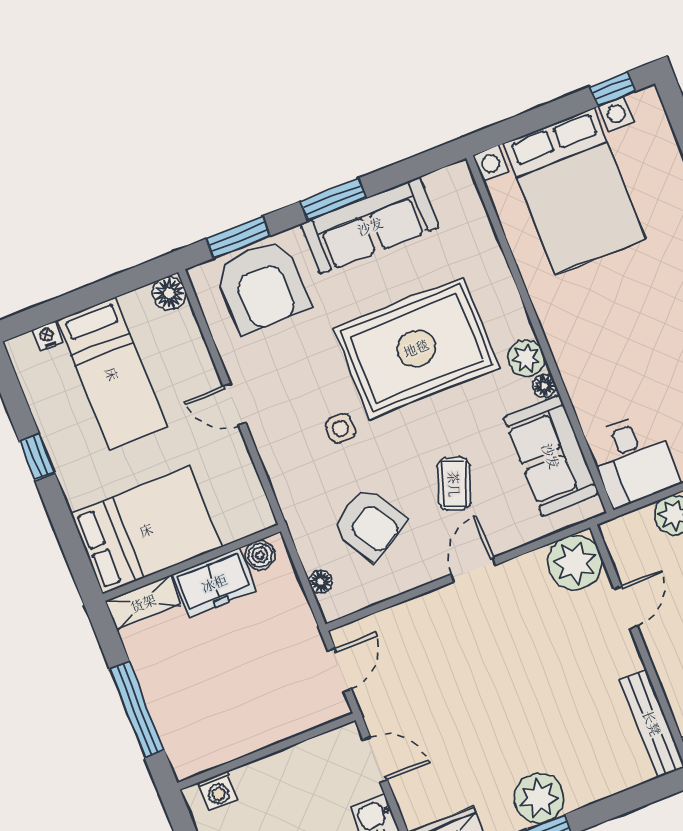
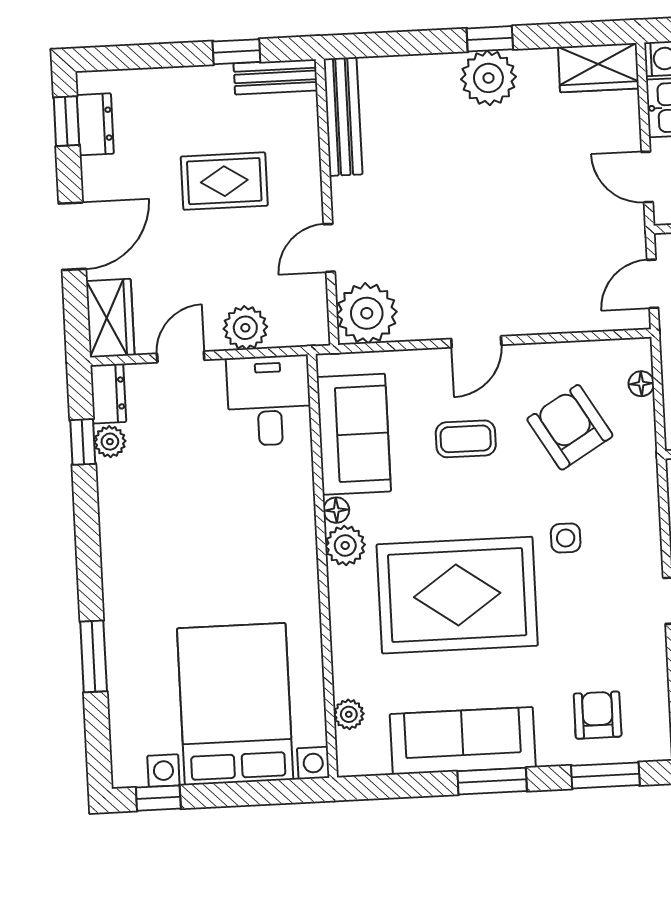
plant: (474, 215) -> (349, 714), added
armchair: (262, 286) -> (598, 715), width x0.53, depth x0.53
coffee table: (454, 484) -> (466, 439), turned 71

